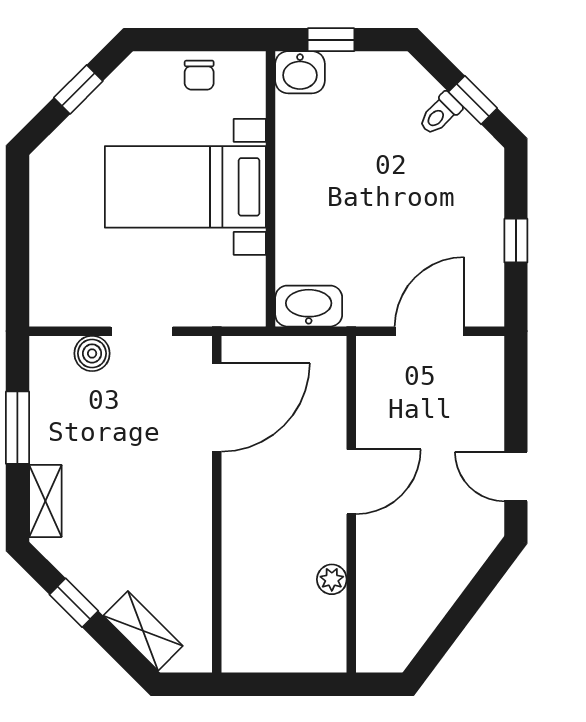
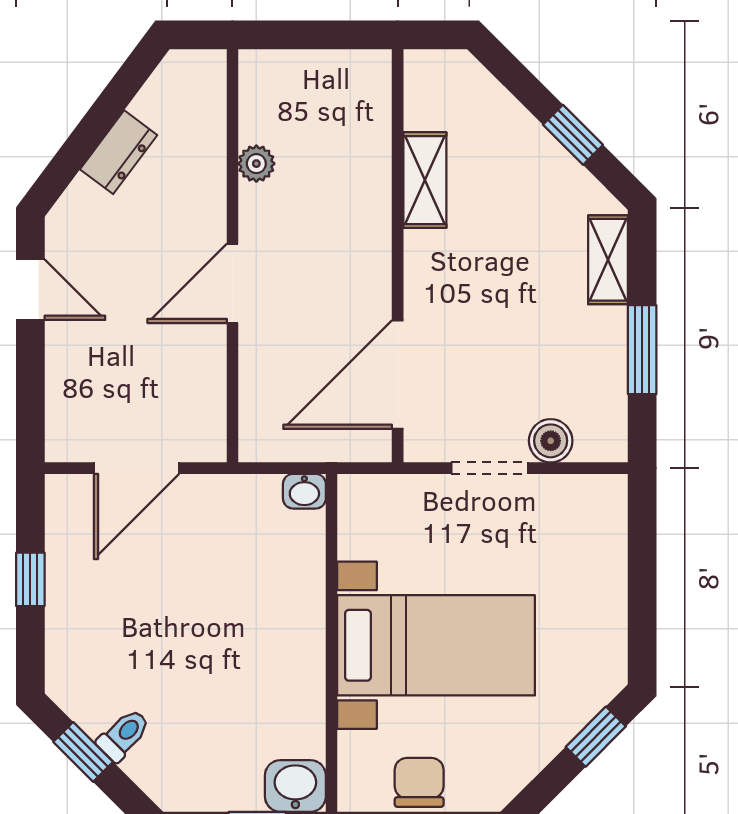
chair: (199, 75) -> (419, 782), width x1.37, depth x1.37
window: (78, 89) -> (596, 737), moved
washbasin: (309, 306) -> (304, 491), width x0.52, depth x0.69
dresser: (444, 589) -> (119, 152), added
shelving: (143, 631) -> (425, 180), moved, turned 45

